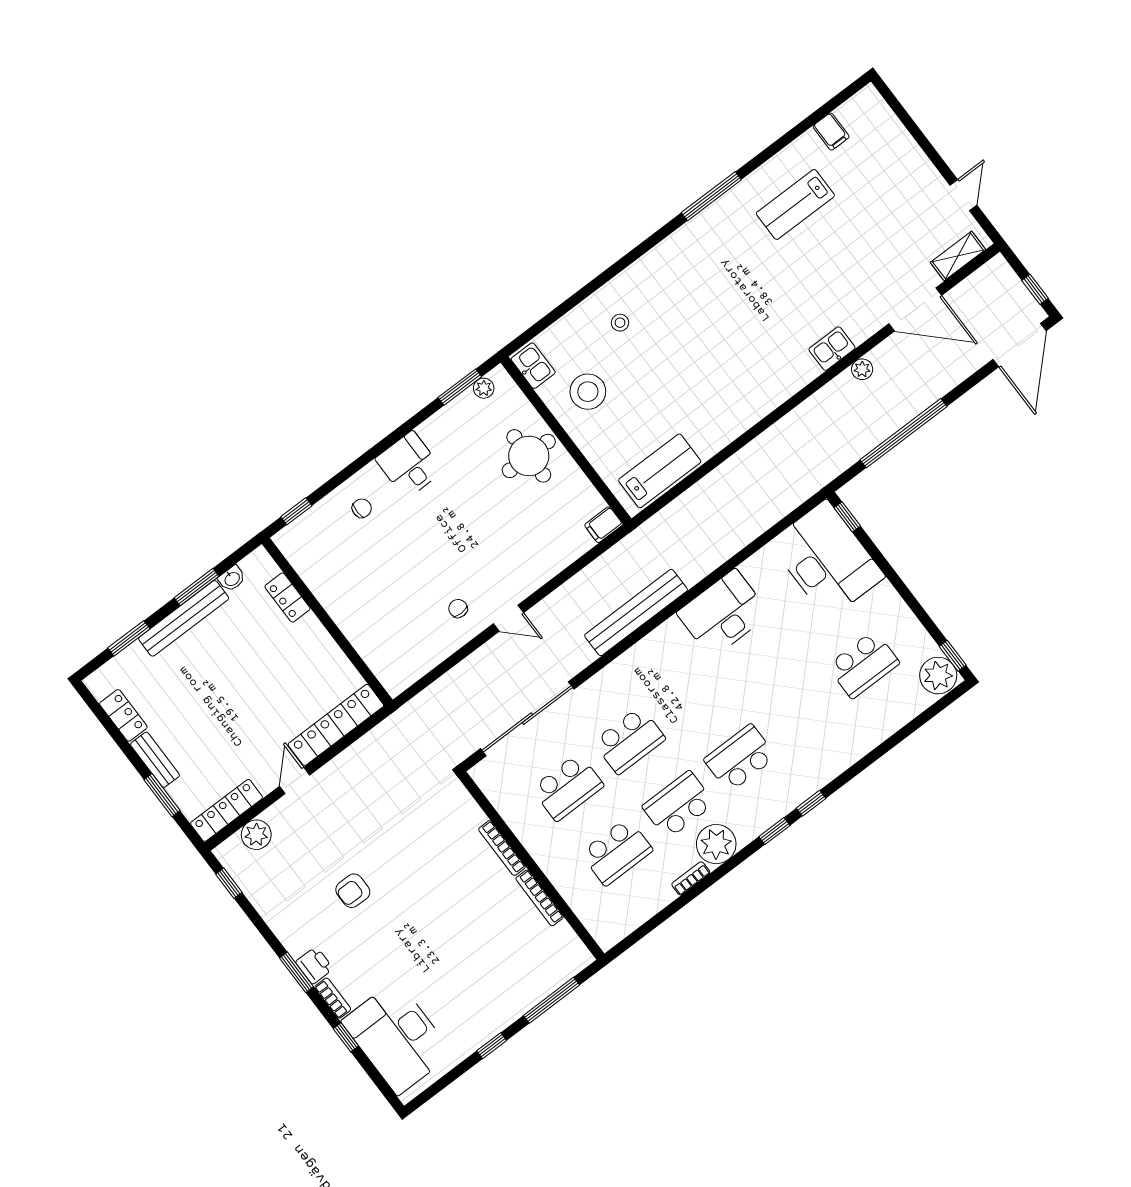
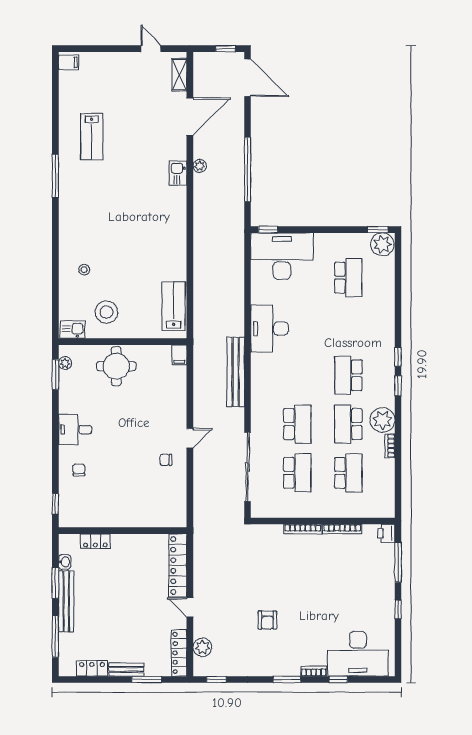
filing cabinet: (831, 132) -> (69, 62), moved
window: (129, 638) -> (55, 636), width x1.44
printer: (314, 965) -> (386, 533), moved, turned -90

